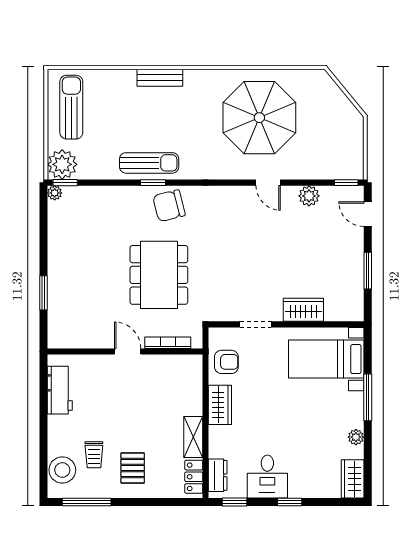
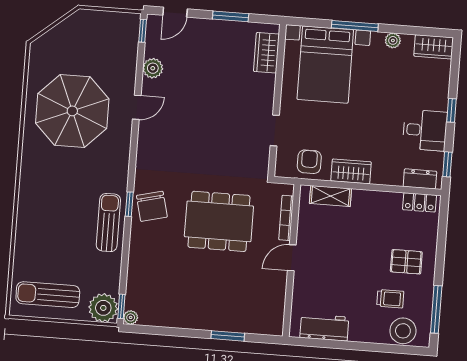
bench: (160, 78) -> (26, 205), removed
window: (153, 183) -> (129, 204), moved
wardrobe: (303, 310) -> (266, 53), moved
bed with nightstands: (326, 359) -> (325, 65), width x1.36
shelving: (193, 437) -> (330, 196), moved

